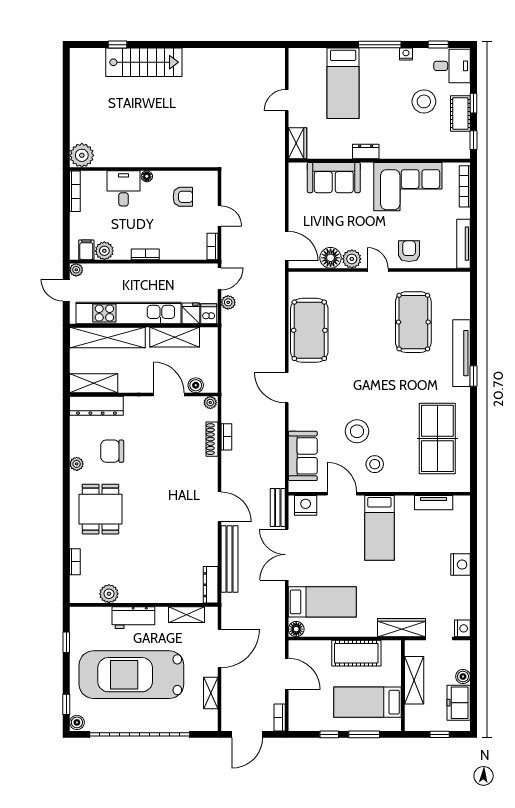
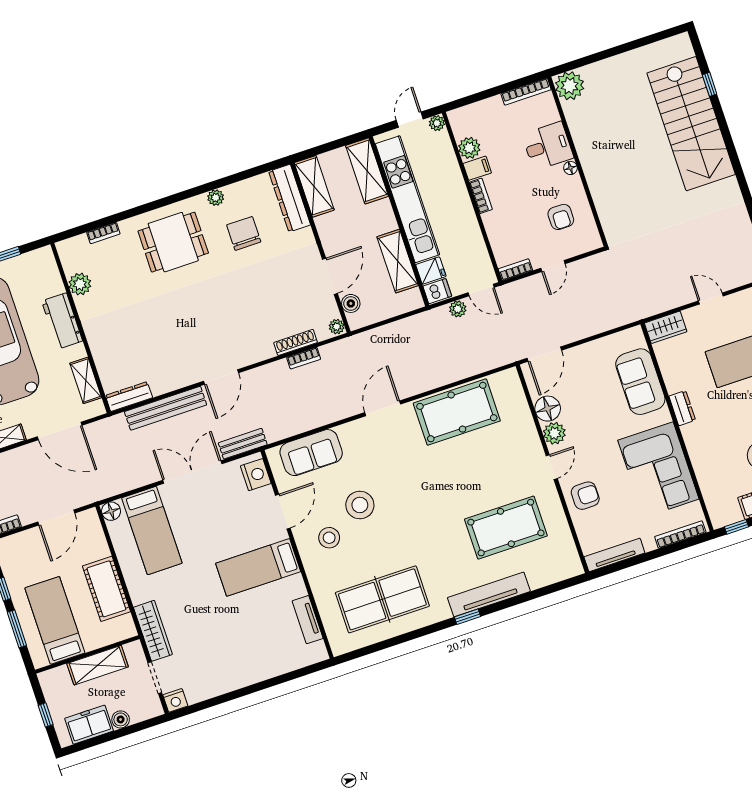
stairs: (144, 62) -> (691, 124), width x1.36, depth x1.51
filing cabinet: (86, 250) -> (477, 168), moved
shelving: (107, 337) -> (367, 171), width x0.68
nightstand: (461, 565) -> (247, 674), removed

